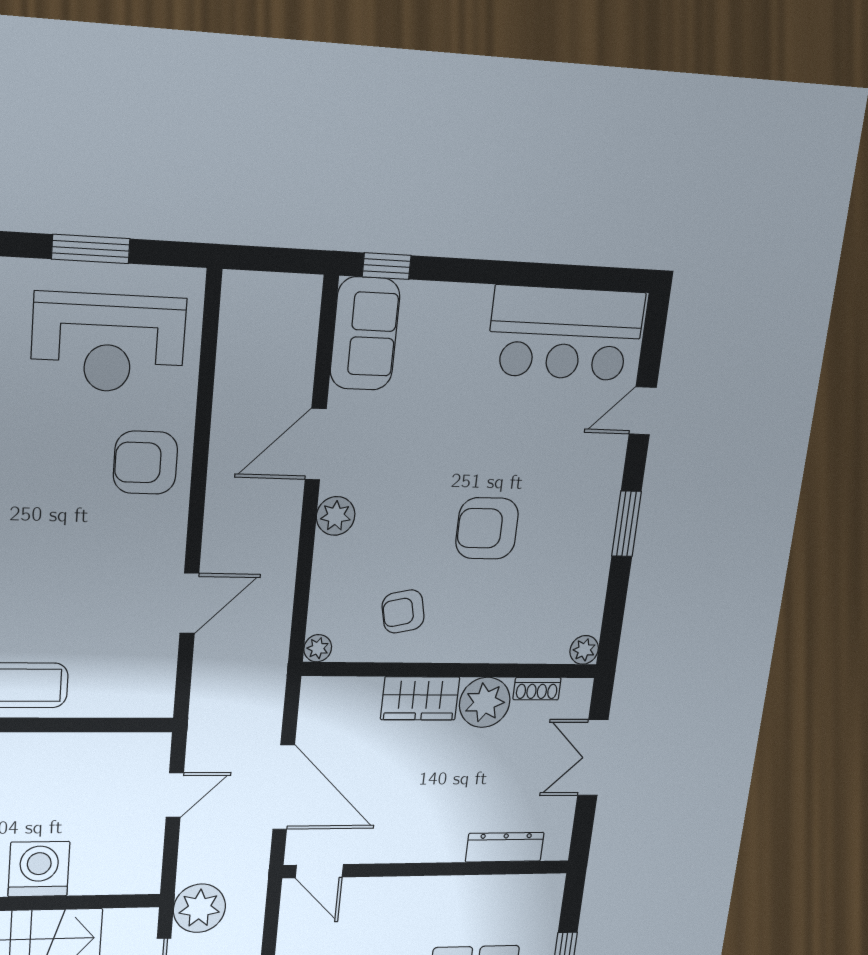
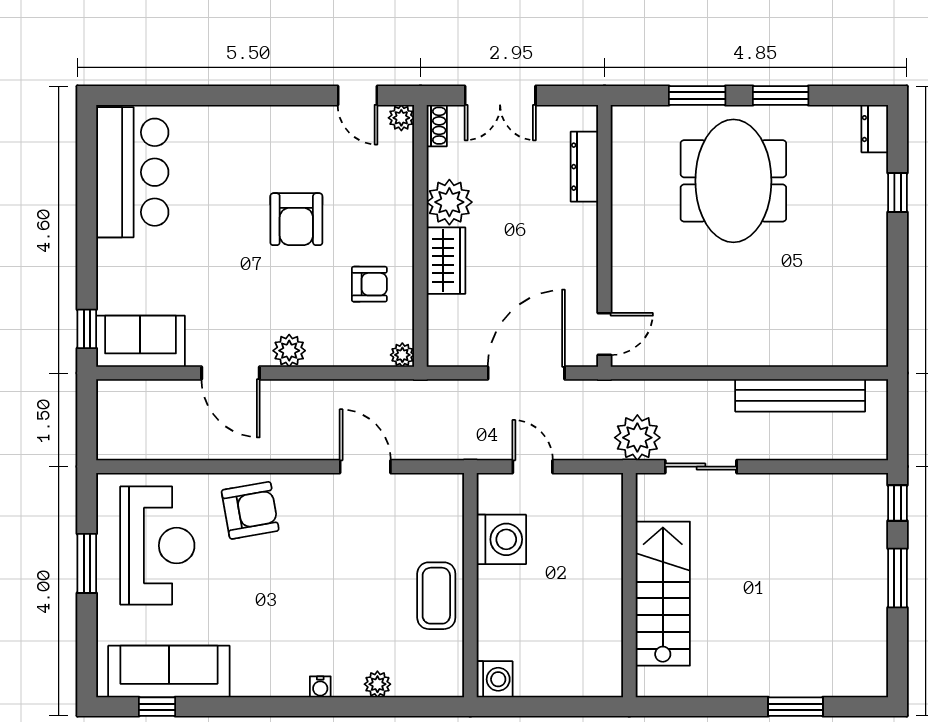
door: (643, 411) -> (358, 95), moved
armchair: (145, 463) -> (250, 510), turned -100
window: (626, 524) -> (289, 95), removed
armchair: (403, 611) -> (369, 284), turned -78
shoe rack: (537, 689) -> (437, 126), moved
washing machine: (39, 869) -> (501, 539), moved, turned 180

